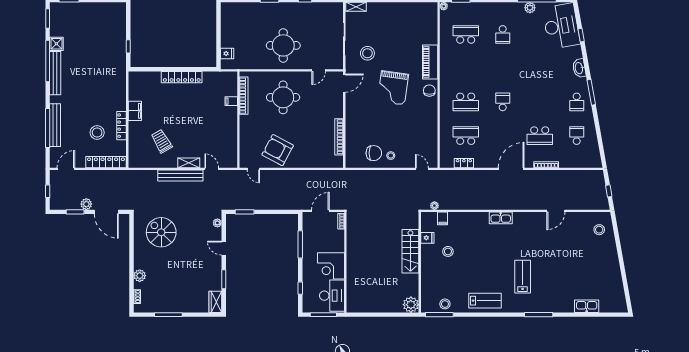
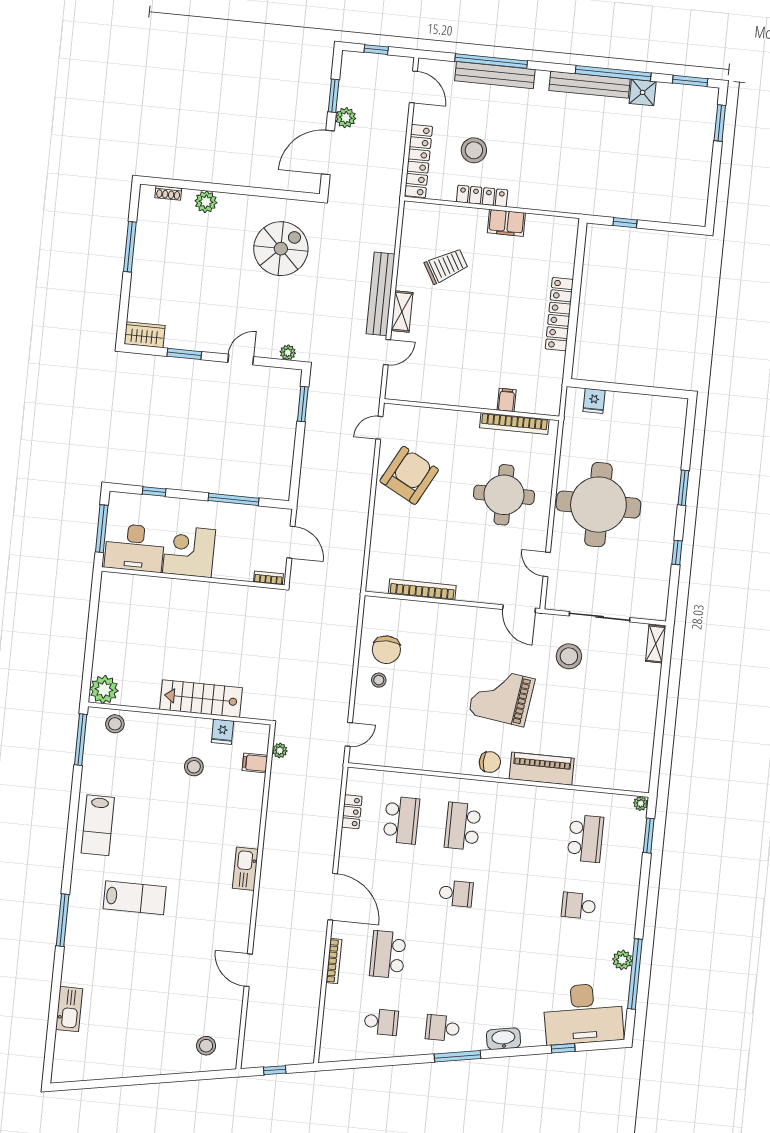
round table: (283, 45) -> (598, 505), width x1.36, depth x1.36
stool: (445, 304) -> (115, 724), moved

